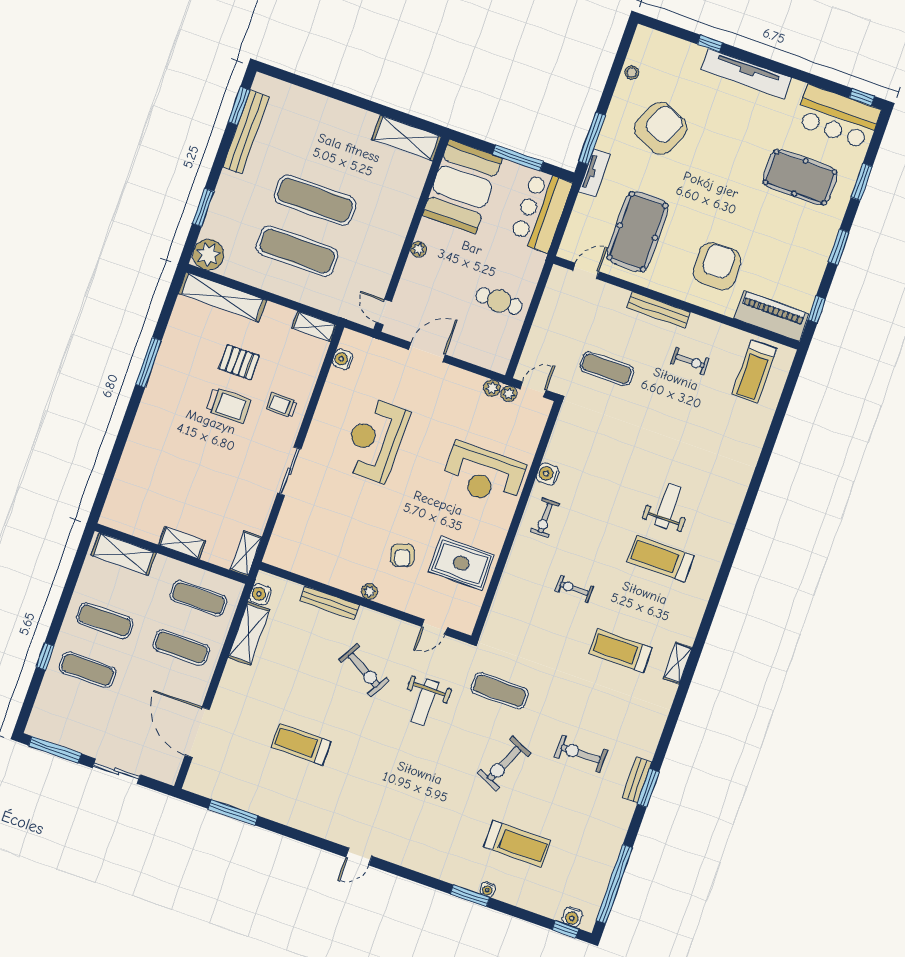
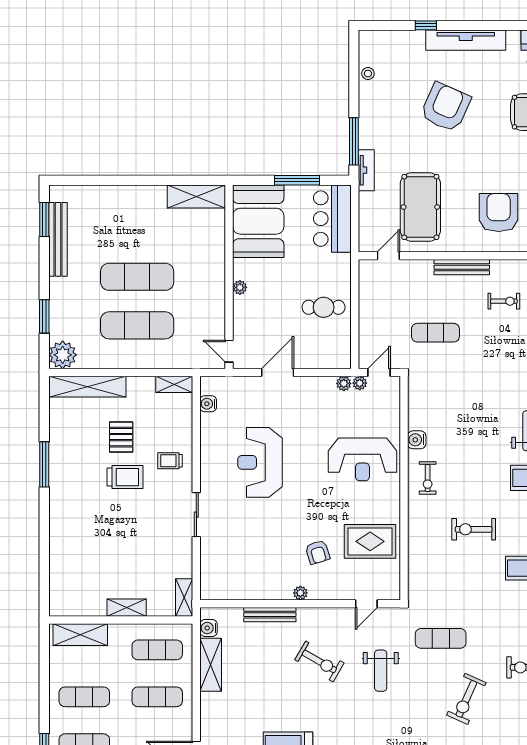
armchair: (661, 128) -> (446, 107), moved
pallet: (239, 362) -> (121, 437), turned 90
exercise bike: (574, 589) -> (474, 529), width x1.38, depth x1.39

